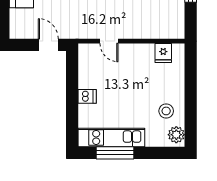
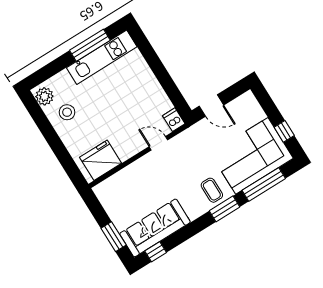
fridge: (163, 53) -> (101, 160), width x1.88, depth x1.34
dishwasher: (87, 96) -> (174, 120), moved, turned 90

